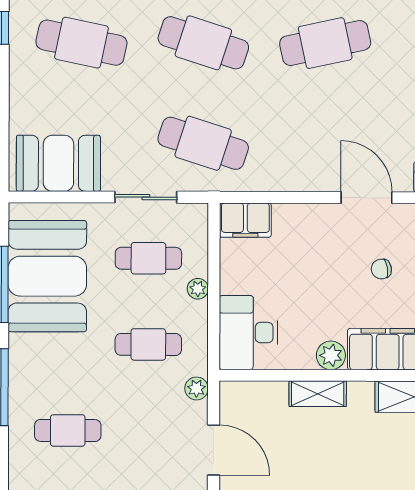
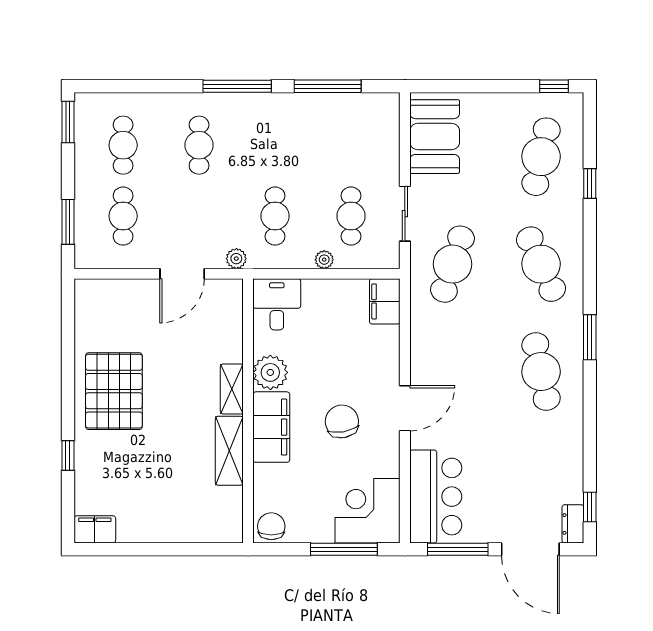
cafe table: (203, 43) -> (541, 264), turned -42
chair: (381, 269) -> (342, 421), width x1.87, depth x1.87
booth: (47, 276) -> (335, 127), removed
desk: (248, 333) -> (277, 304), width x0.73
plant: (331, 355) -> (270, 372), width x1.36, depth x1.36
shelving: (318, 394) -> (232, 389), moved

